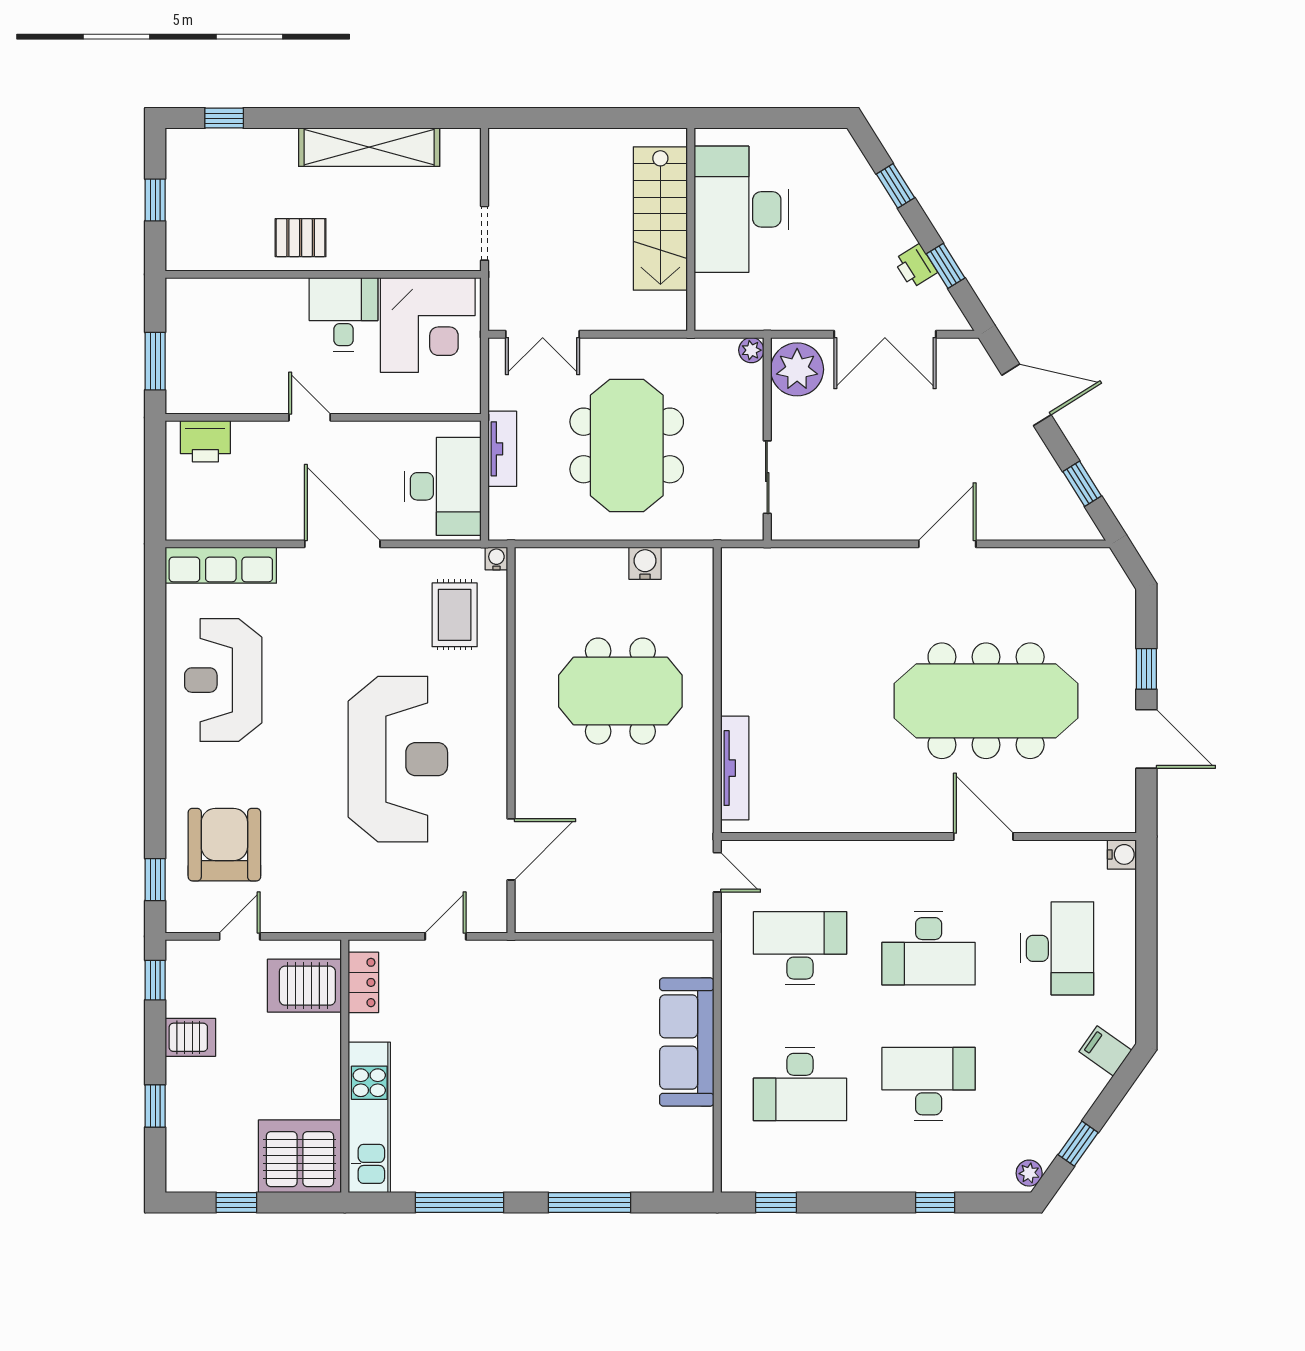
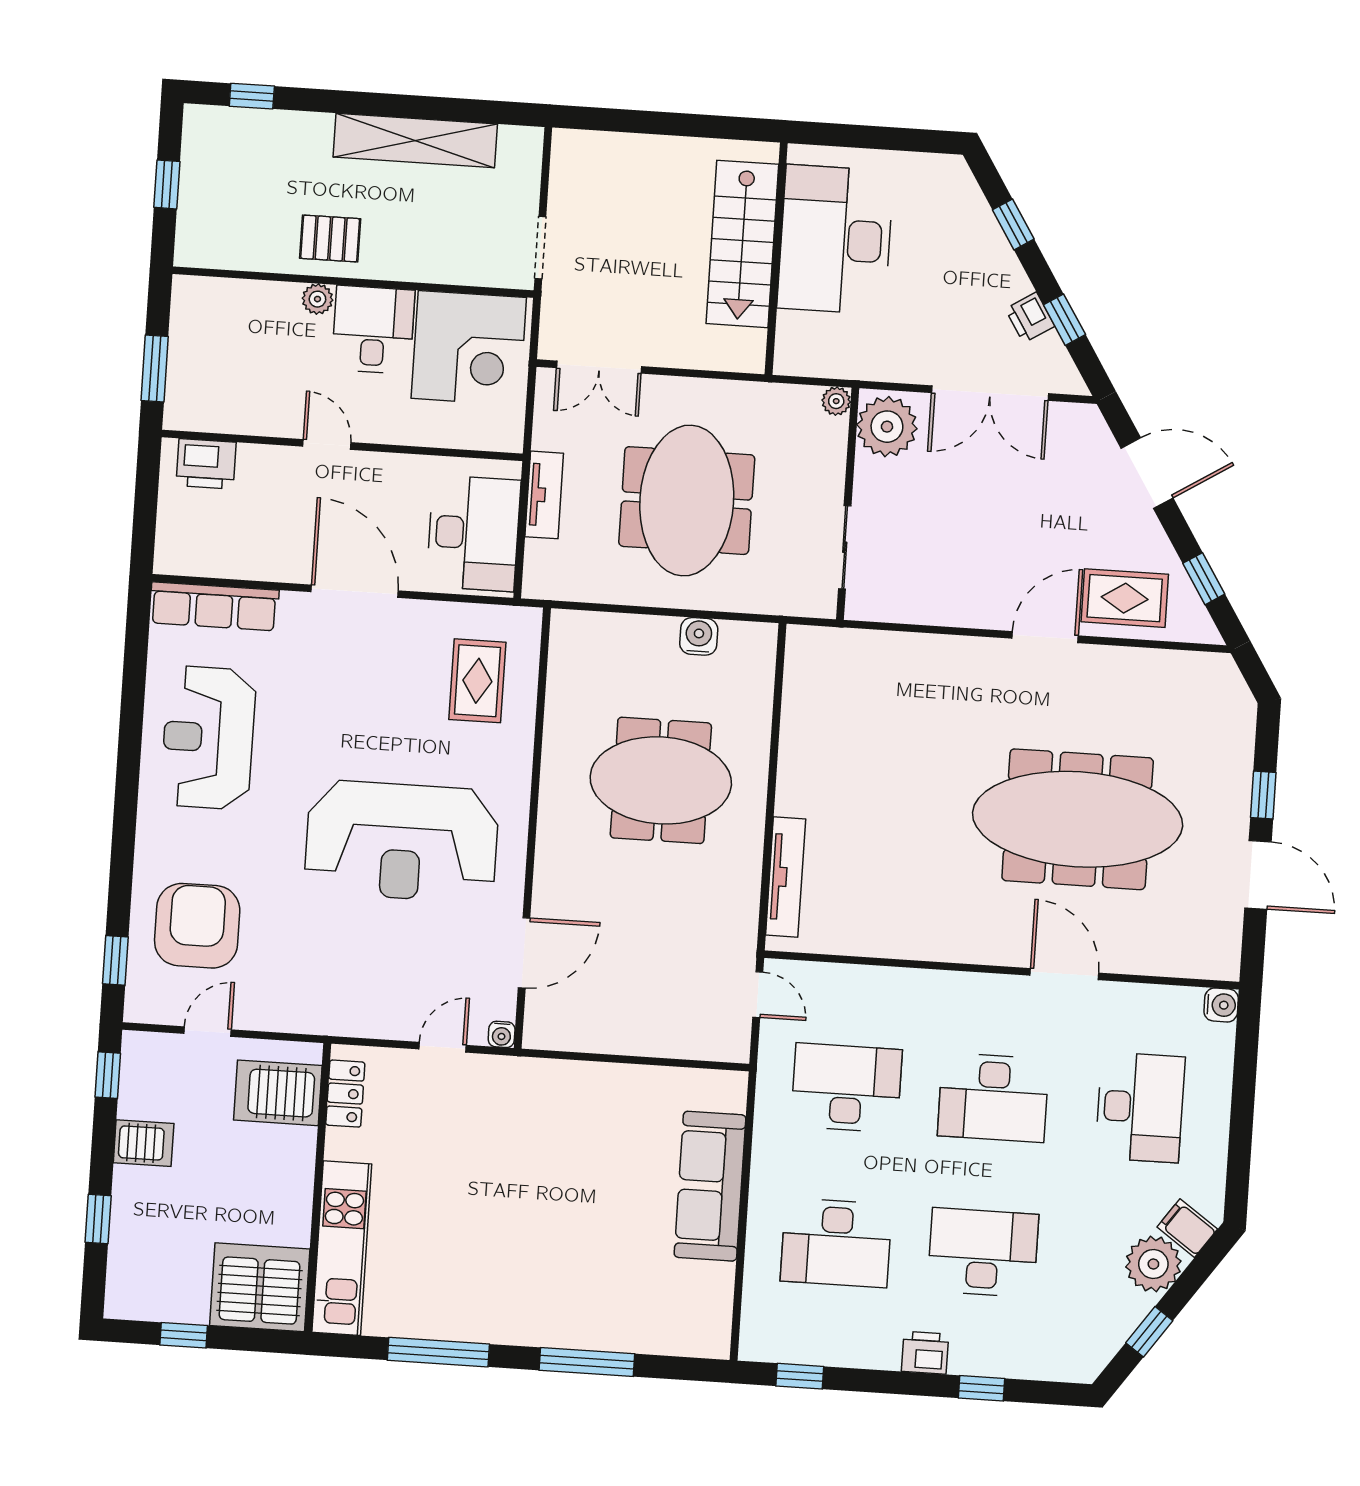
plant: (293, 291) -> (317, 299), added
rug: (1014, 505) -> (1125, 598), added
water cooler: (496, 558) -> (502, 1034), moved, turned 180
reception desk: (398, 759) -> (402, 841), turned 90
plant: (1029, 1173) -> (1153, 1264), moved, width x1.87, depth x1.87
printer: (884, 1175) -> (925, 1353), added

